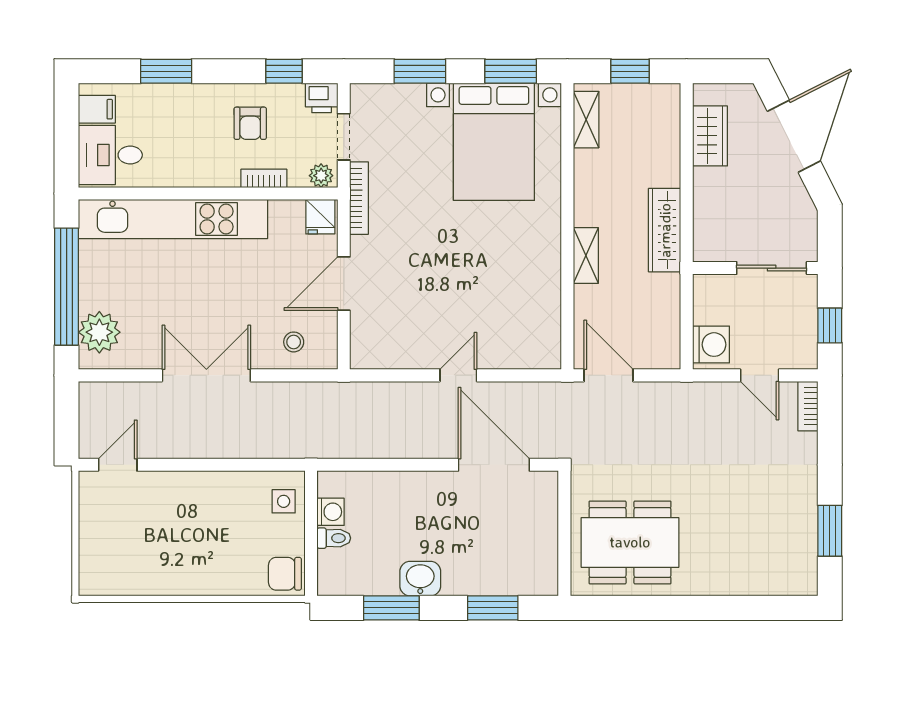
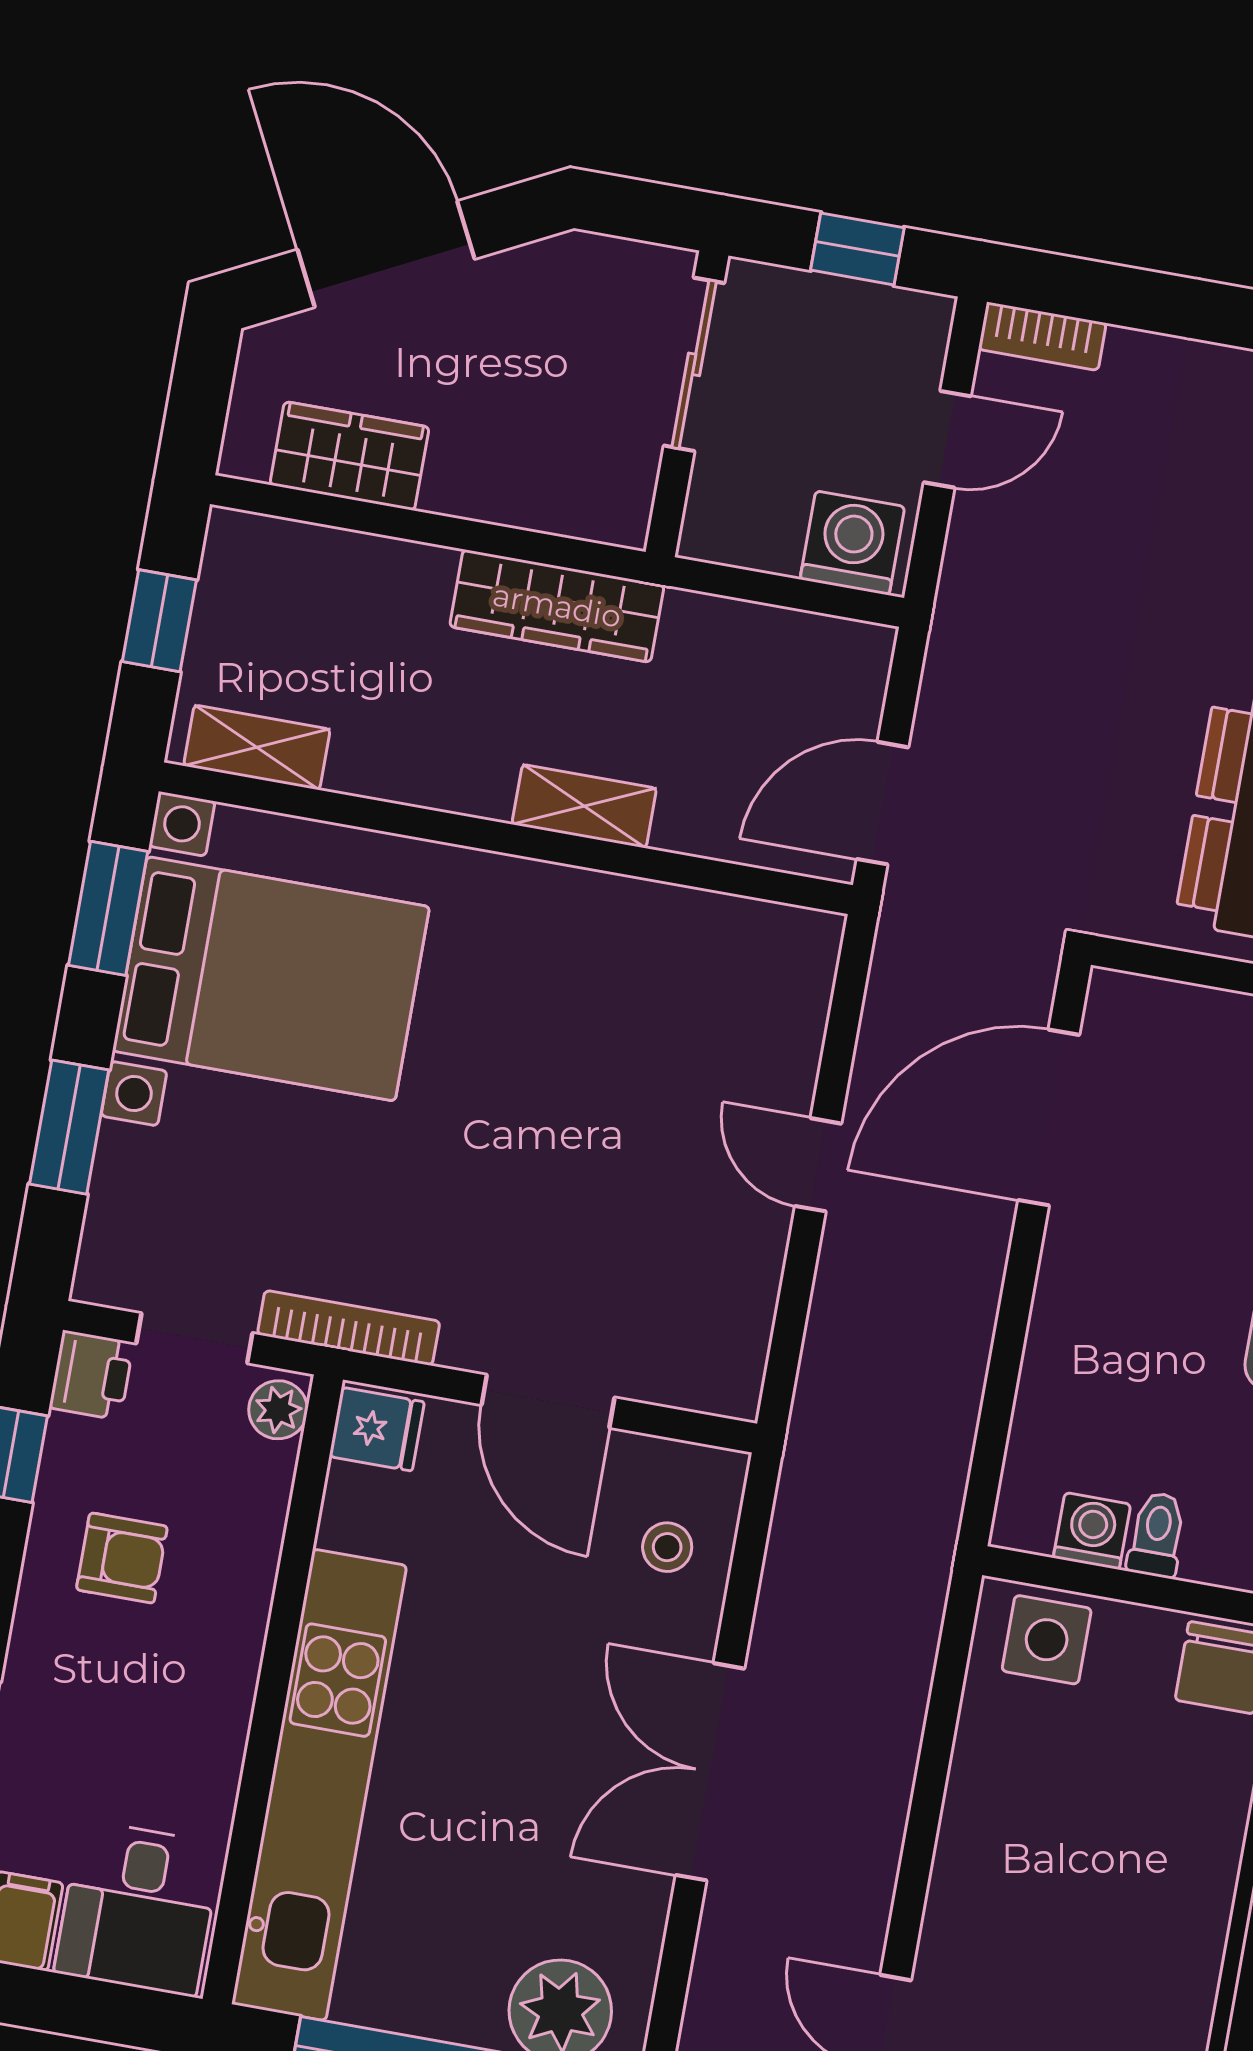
bookcase: (264, 178) -> (260, 1549), removed
side table: (284, 501) -> (1047, 1640), width x1.37, depth x1.37

